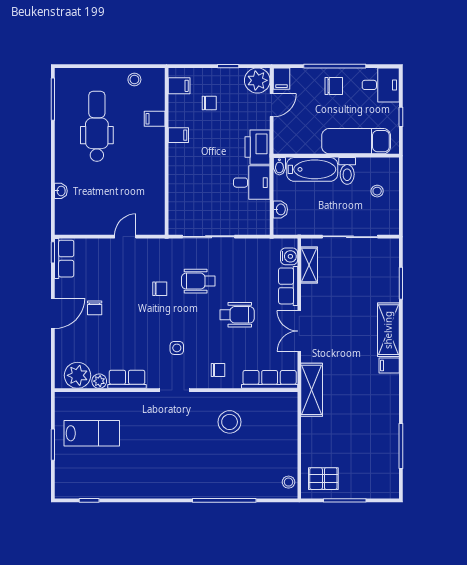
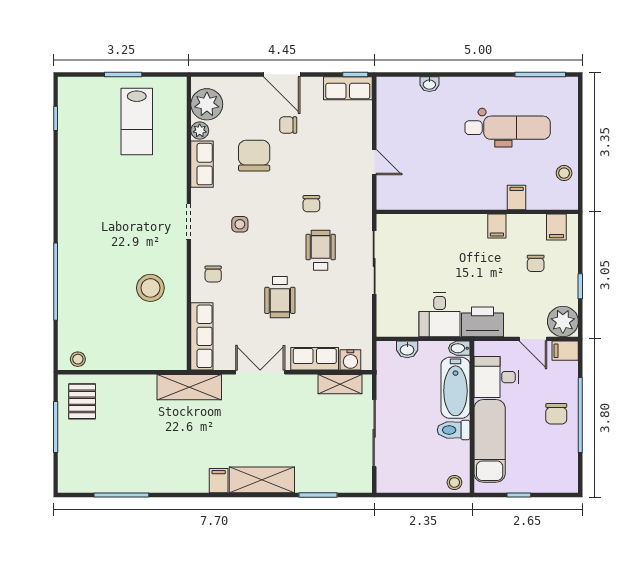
desk: (381, 85) -> (496, 377), moved, turned 90
stool: (377, 191) -> (454, 482), moved
chair: (120, 336) -> (254, 156), added

